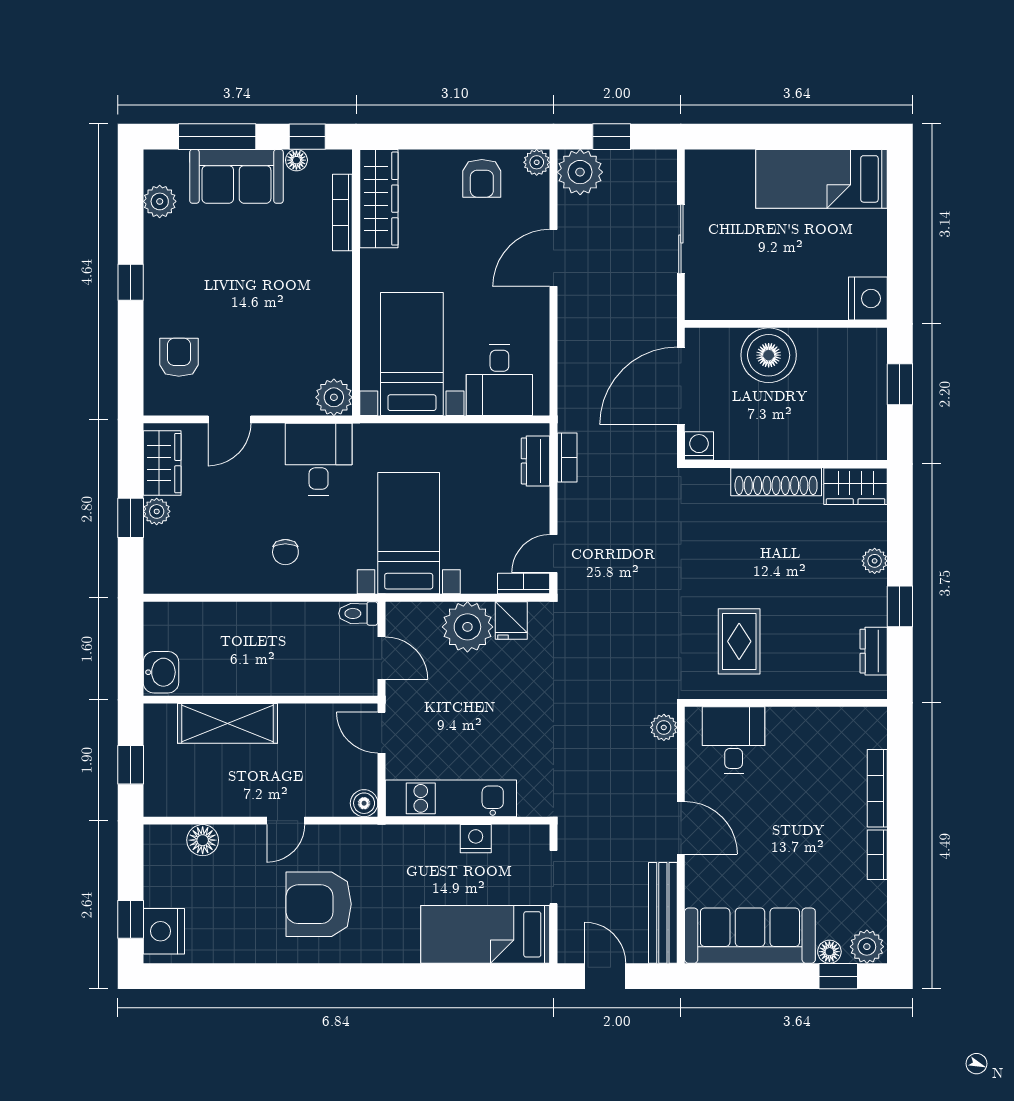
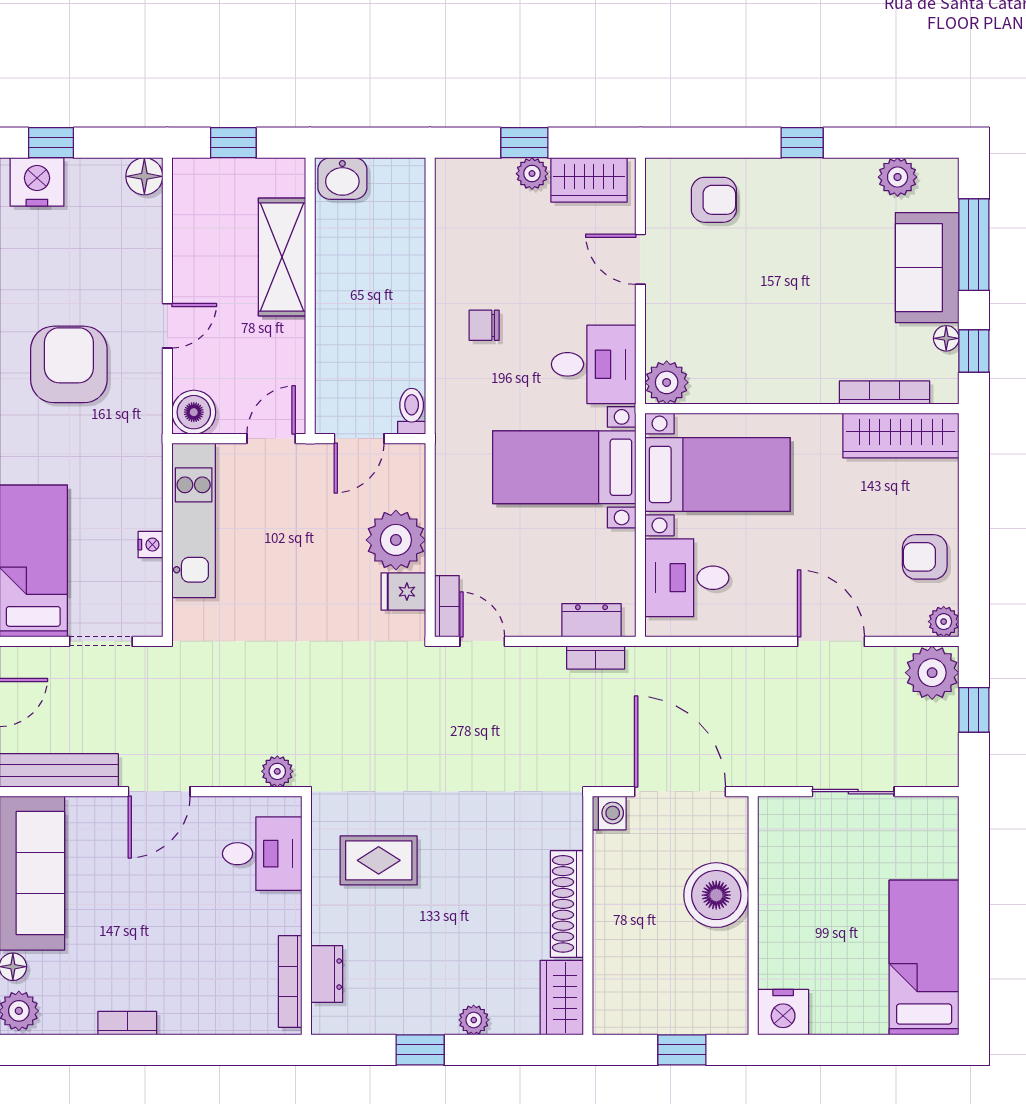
bed with nightstands: (409, 533) -> (564, 467), moved, turned 180
dresser: (874, 651) -> (327, 974), moved, turned 90
bookcase: (877, 788) -> (290, 981), moved, turned -90
boiler: (364, 803) -> (194, 412), width x1.36, depth x1.36
door: (286, 821) -> (167, 326), swing flipped
nightstand: (476, 839) -> (150, 545), width x0.72, depth x0.74
floor lamp: (203, 840) -> (144, 176), moved

